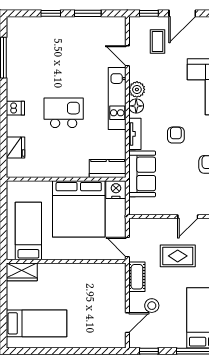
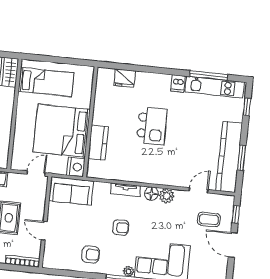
window: (51, 13) -> (247, 107), moved
kitchen counter: (88, 27) -> (229, 157), added
kitchen unit: (117, 98) -> (214, 87), moved, turned 180
dishwasher: (15, 108) -> (178, 83), moved
kitchen counter: (108, 169) -> (98, 143), moved
sofa: (142, 174) -> (71, 191), moved
door: (127, 247) -> (36, 174), moved

